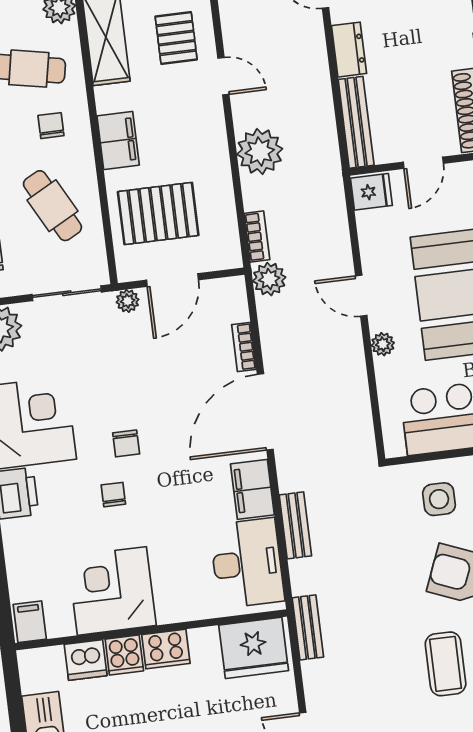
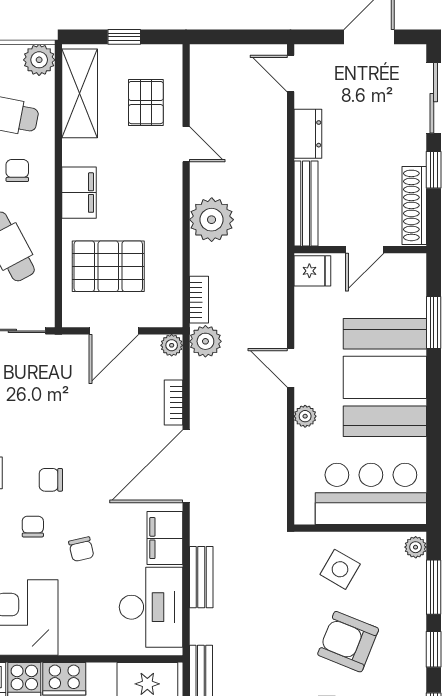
plant: (128, 301) -> (172, 345), moved
chair: (126, 443) -> (51, 480), turned 90
side table: (439, 499) -> (340, 569), turned 30
chair: (167, 512) -> (81, 549), added

